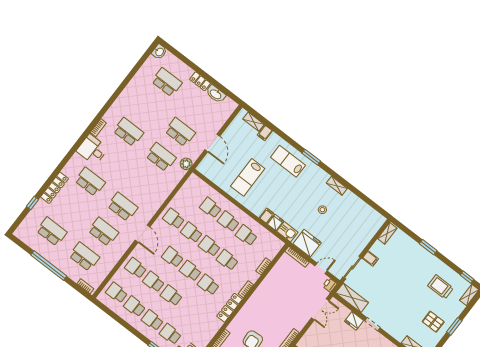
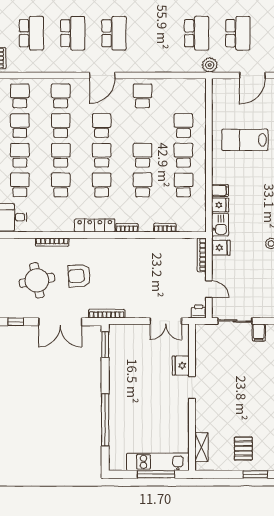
school desk: (192, 232) -> (61, 185), moved
fridge: (307, 243) -> (221, 248), width x0.53, depth x0.75
shelving: (352, 298) -> (203, 345), removed

